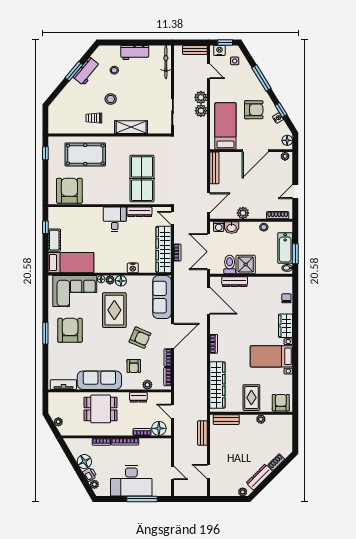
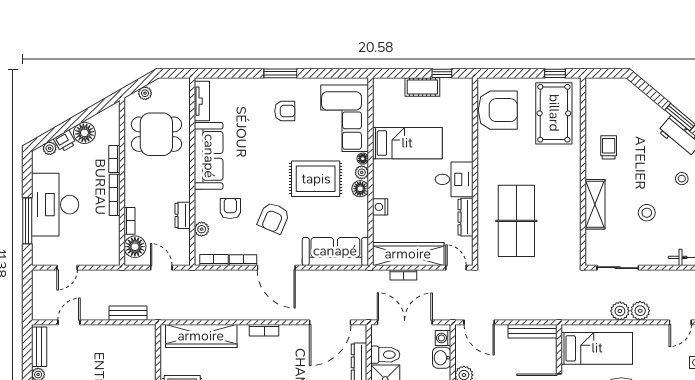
stool: (111, 99) -> (647, 213), moved
pool table: (85, 154) -> (554, 113), moved
table tennis table: (142, 179) -> (516, 221), turned 90
door: (173, 218) -> (456, 268), hinge flipped
bed: (71, 263) -> (407, 143), moved, turned -90
armchair: (70, 330) -> (285, 111), width x0.53, depth x0.53
armchair: (134, 366) -> (230, 208), turned 90
dining table: (101, 409) -> (156, 134), moved, turned 90
door: (173, 411) -> (161, 268), hinge flipped
bench: (226, 420) -> (39, 347), moved

